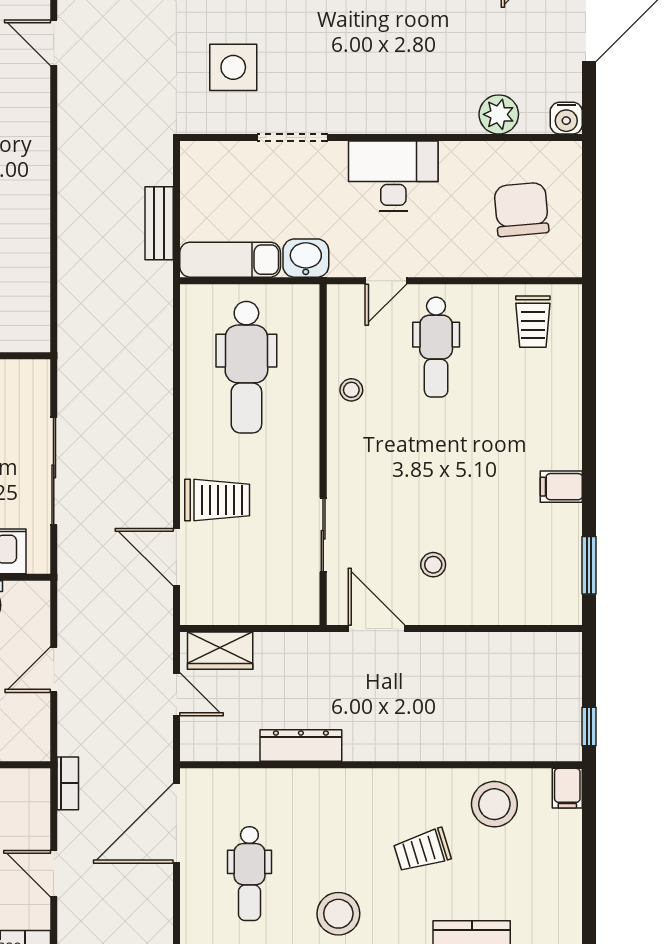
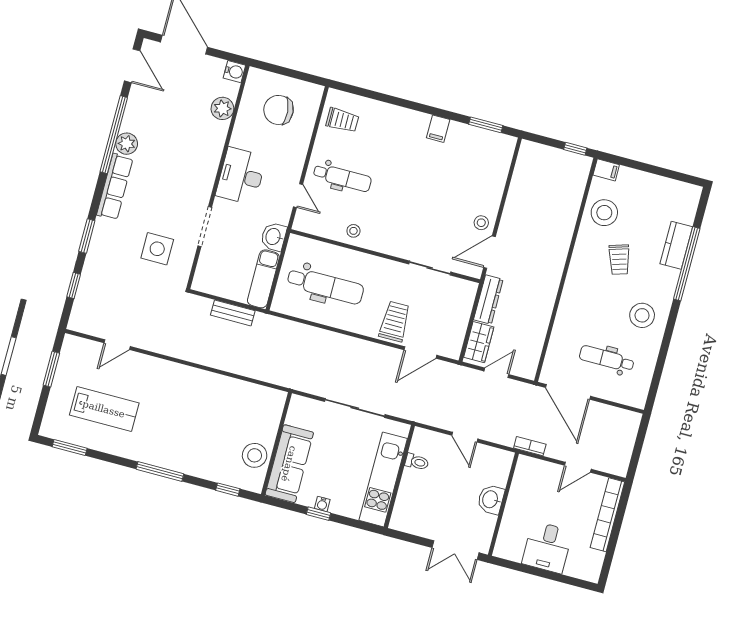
stool: (433, 565) -> (481, 223), moved
dresser: (301, 745) -> (488, 300), moved, turned 180
dental chair: (249, 874) -> (607, 359), turned 180

